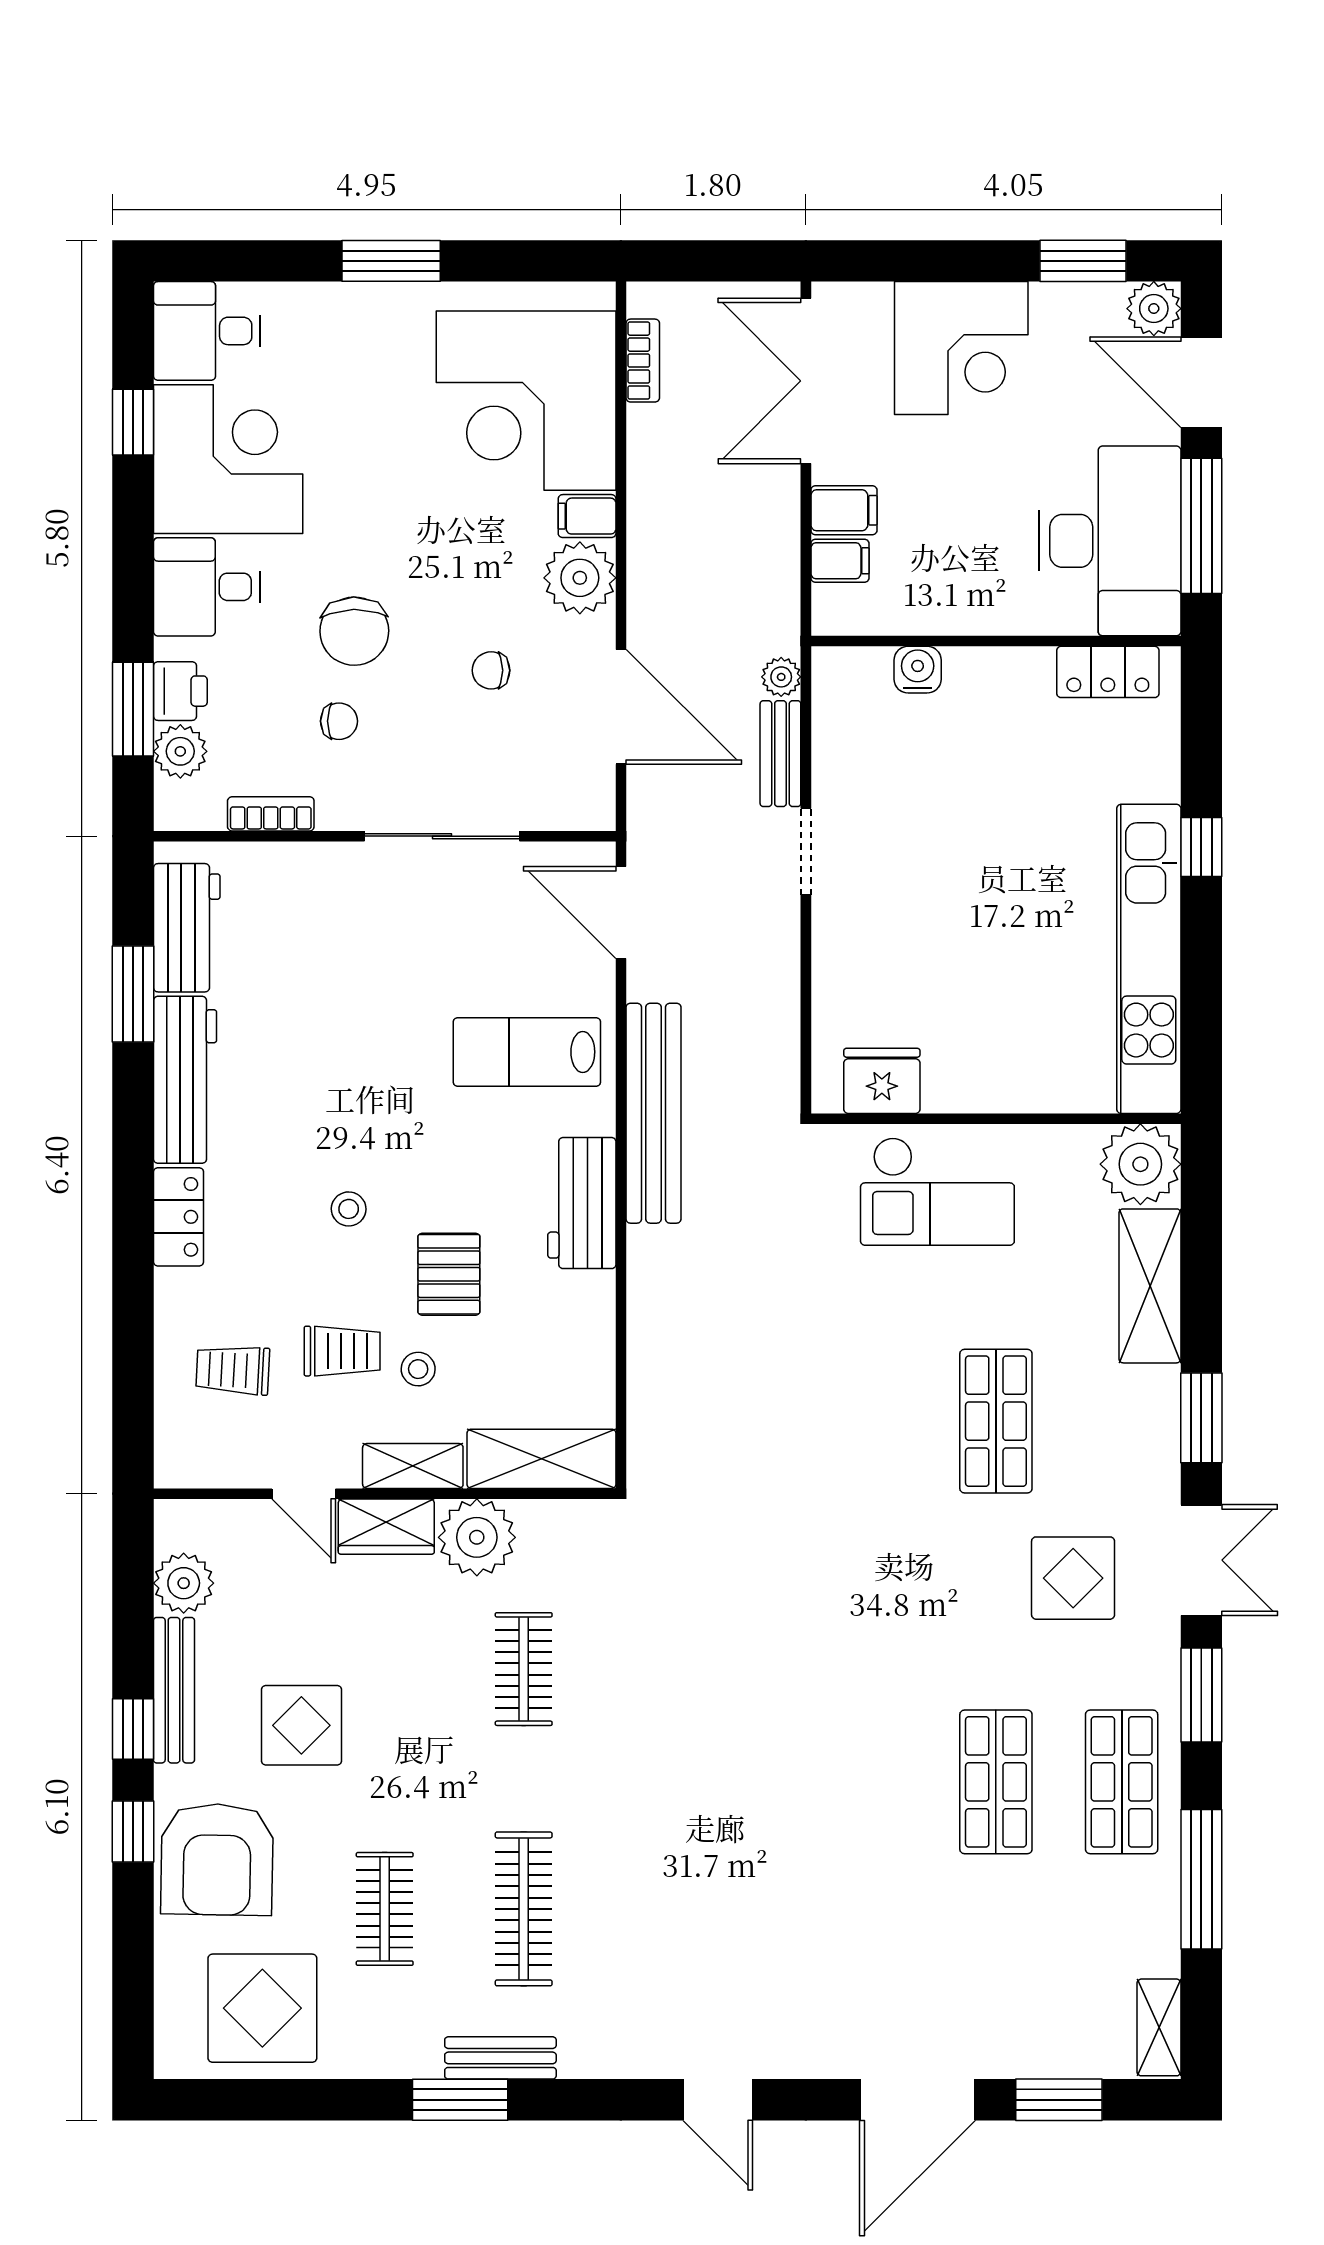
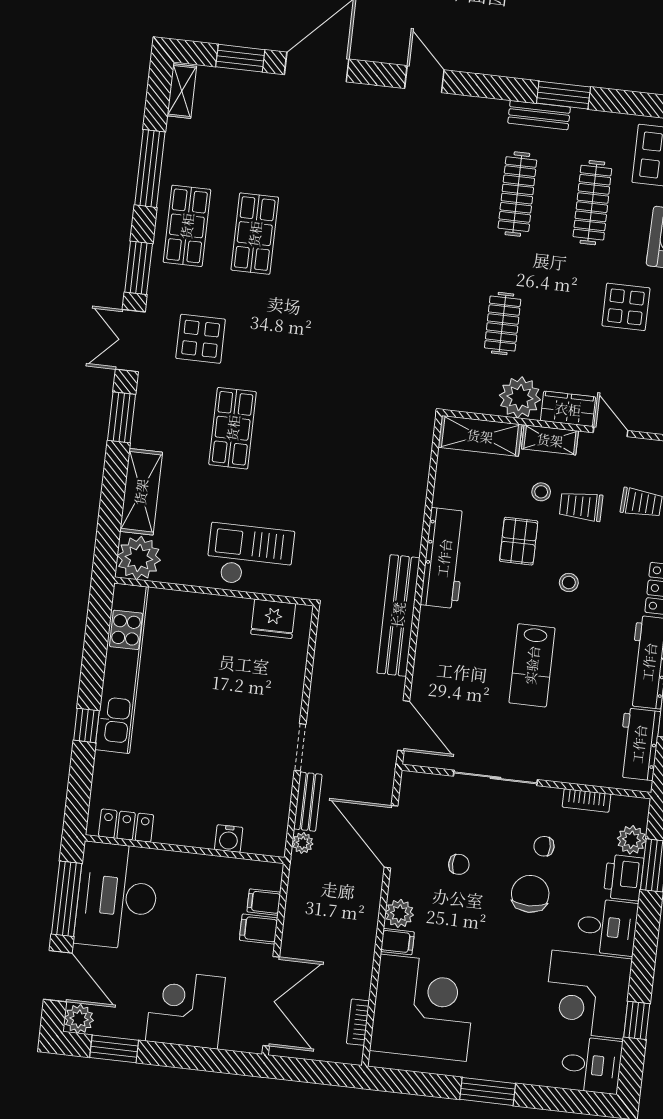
plant: (580, 578) -> (399, 913), width x0.73, depth x0.73
printer: (180, 691) -> (624, 878), width x1.36, depth x1.24
lab bench: (527, 1052) -> (532, 665), moved, turned 90
workbench: (582, 1203) -> (444, 558), width x1.37
clothes rail: (385, 1909) -> (592, 203), width x1.36

